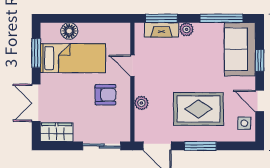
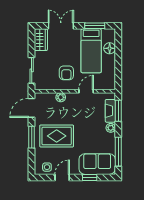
rug: (198, 109) -> (57, 136), turned 90

